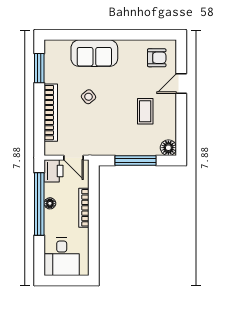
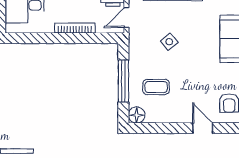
side table: (88, 97) -> (169, 42), moved
coffee table: (145, 111) -> (156, 87), moved

